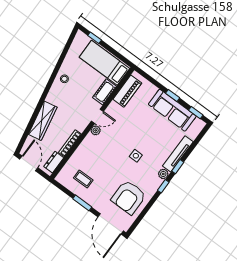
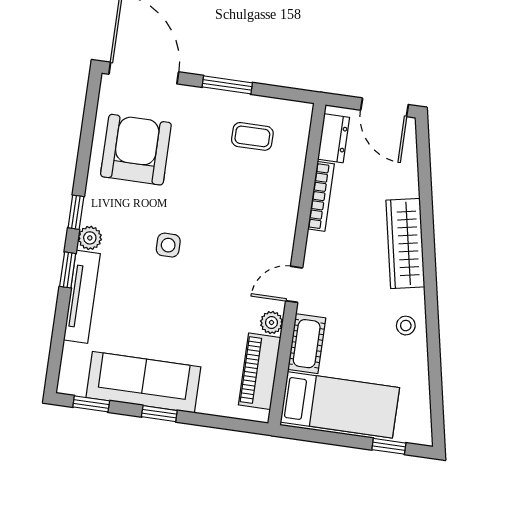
wardrobe: (43, 121) -> (405, 244), moved
plant: (96, 130) -> (272, 322), moved

